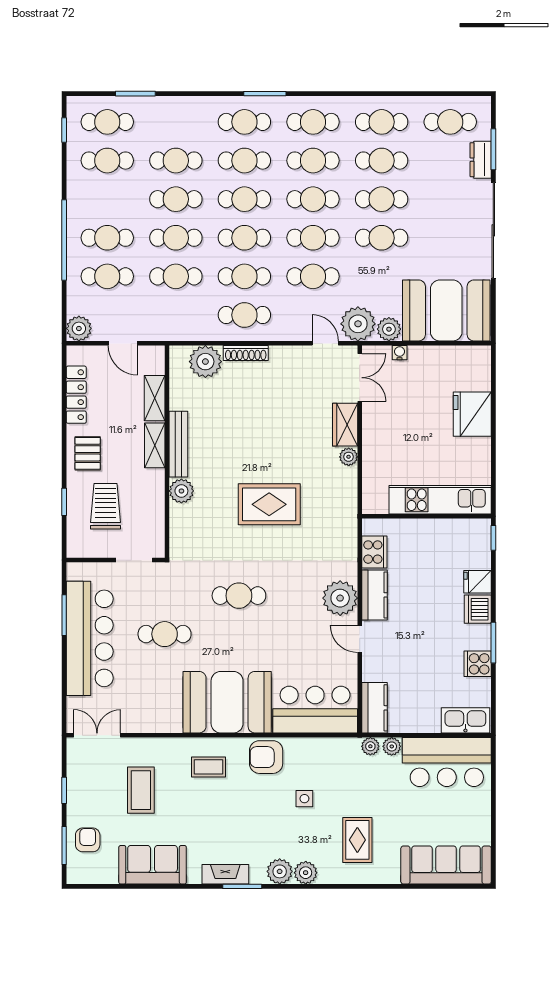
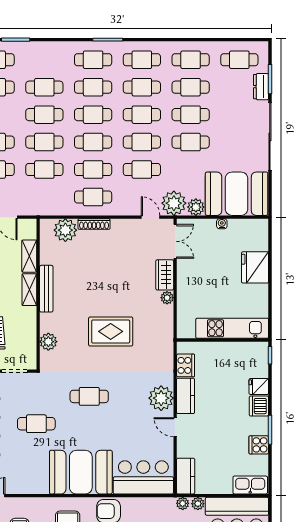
water cooler: (400, 353) -> (222, 224), moved
plant: (181, 491) -> (48, 342), moved

